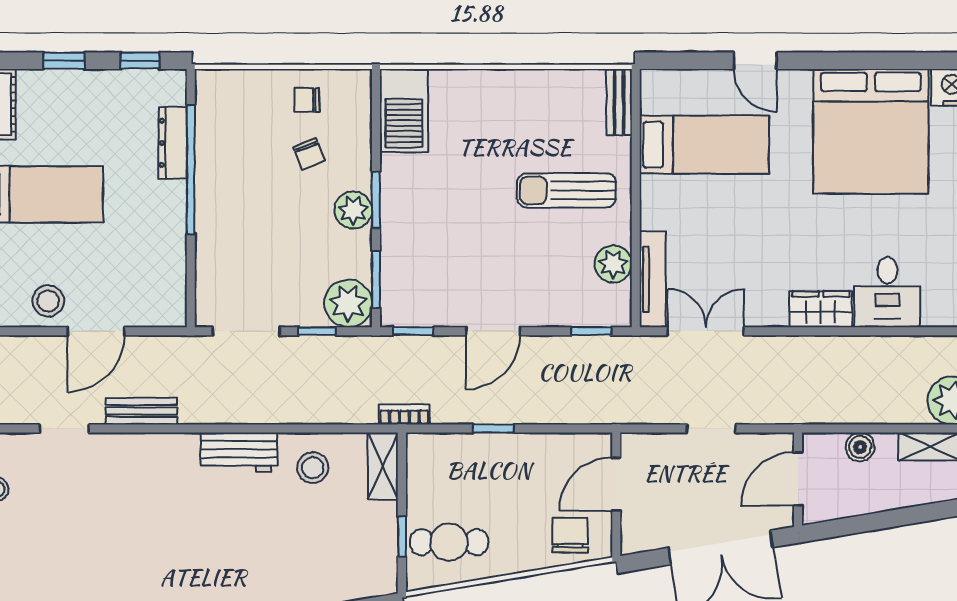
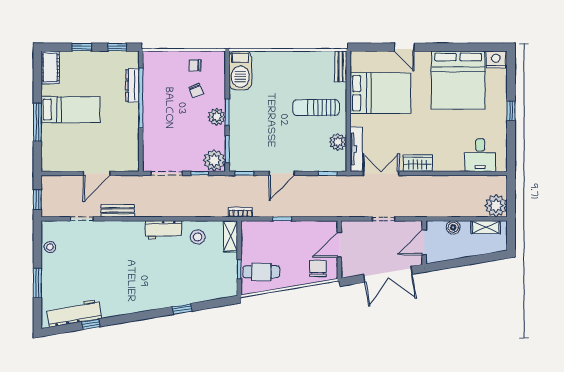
bed: (704, 145) -> (380, 93), width x1.50
desk: (887, 292) -> (480, 155), moved
stool: (48, 301) -> (74, 159), removed
wardrobe: (821, 309) -> (418, 163), moved

